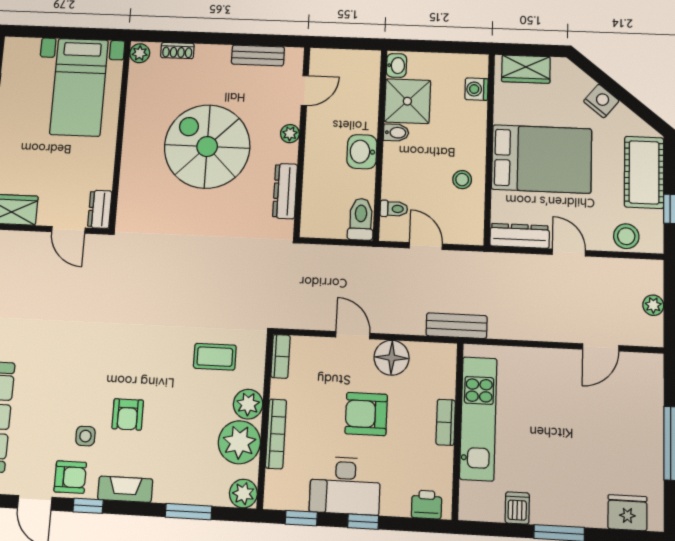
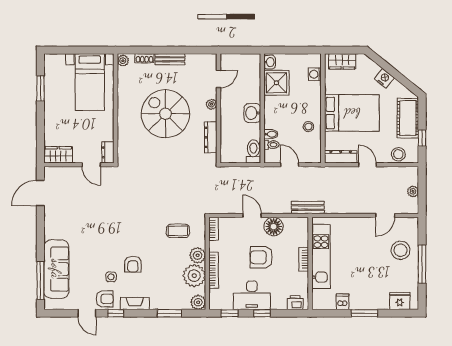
bench: (258, 55) -> (170, 59), moved
bidet: (396, 133) -> (271, 134), moved
stool: (630, 415) -> (401, 250), added

